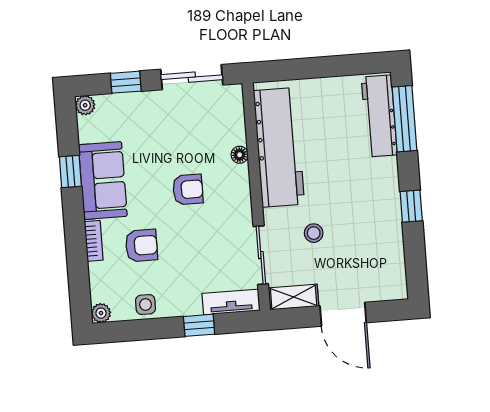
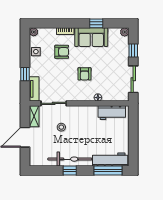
workbench: (279, 147) -> (112, 113), width x0.53, depth x0.76
bicycle: (385, 208) -> (70, 159), added
armchair: (141, 246) -> (62, 52), turned -90

